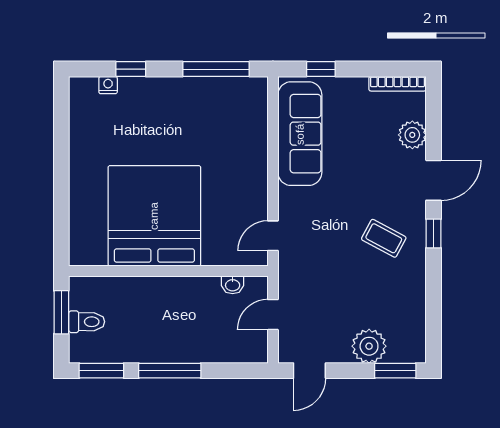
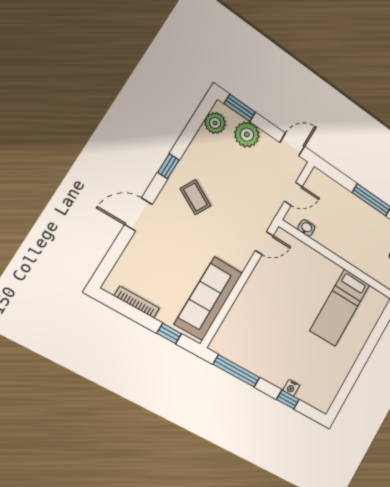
bookcase: (398, 84) -> (137, 302), moved
nightstand: (108, 85) -> (291, 388), moved
plant: (412, 135) -> (215, 123), moved
bed: (154, 216) -> (340, 308), width x0.49
window: (434, 234) -> (168, 166), moved

